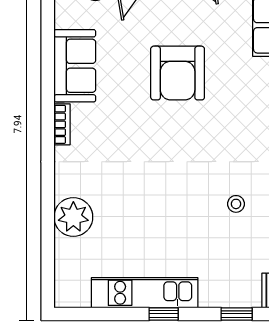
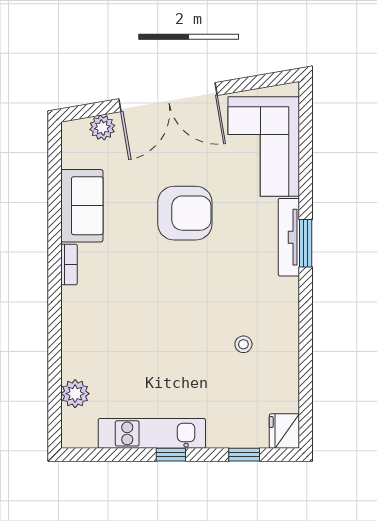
armchair: (178, 73) -> (185, 213), turned -90
plant: (73, 217) -> (75, 394), moved, width x0.73, depth x0.73

